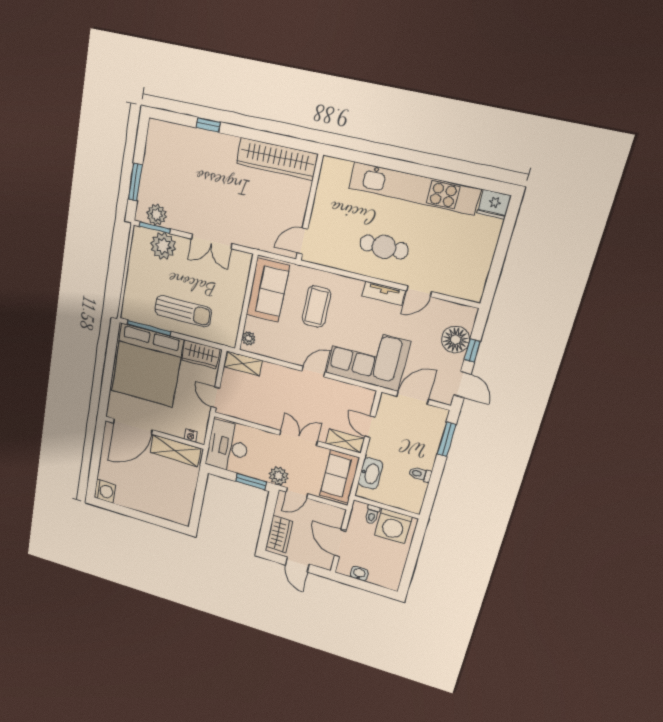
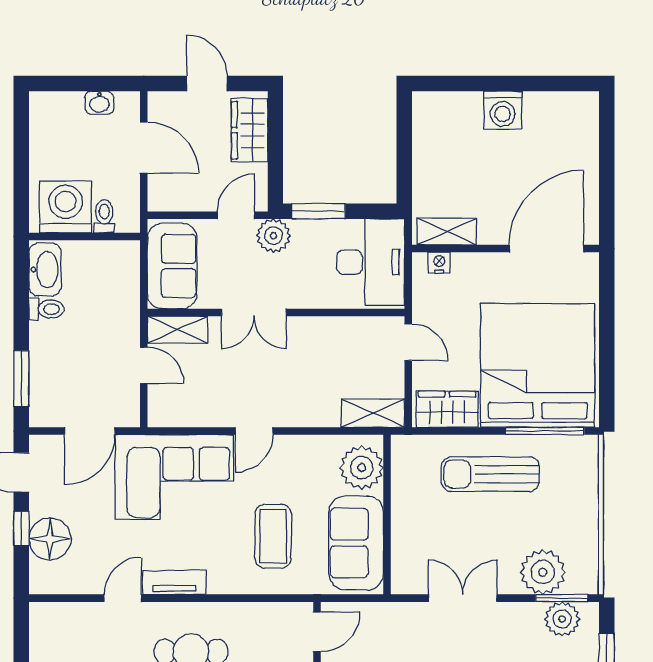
plant: (249, 338) -> (362, 468), width x1.88, depth x1.88
shelving: (175, 451) -> (447, 232), width x0.67, depth x0.75
washbasin: (370, 473) -> (45, 270), moved, turned 180
washing machine: (105, 491) -> (503, 110), moved, turned -90

